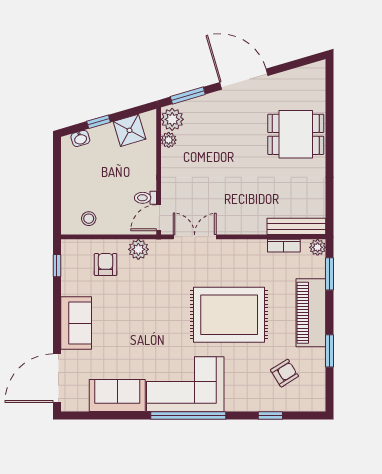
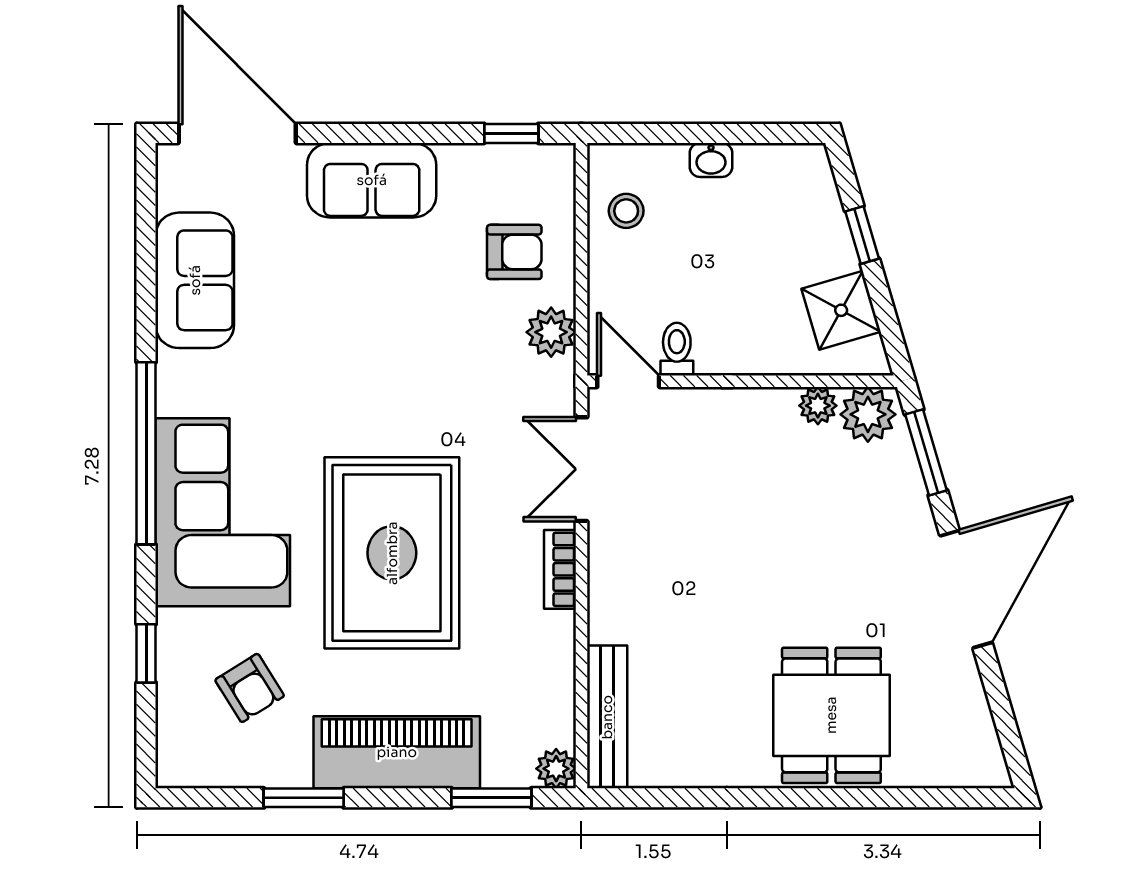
washbasin: (80, 138) -> (711, 160), moved, turned -74
double door: (195, 237) -> (581, 469), swing flipped
bookcase: (284, 246) -> (560, 569), moved
corner sofa: (185, 384) -> (223, 512), moved

